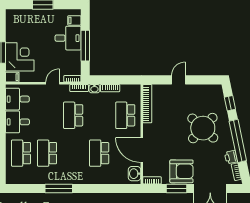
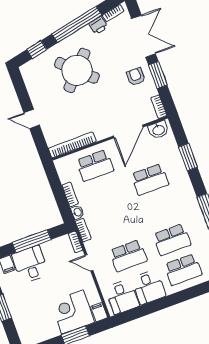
school desk: (73, 115) -> (128, 256), moved
armchair: (181, 171) -> (136, 77), width x0.53, depth x0.53
window: (105, 188) -> (188, 157), added

